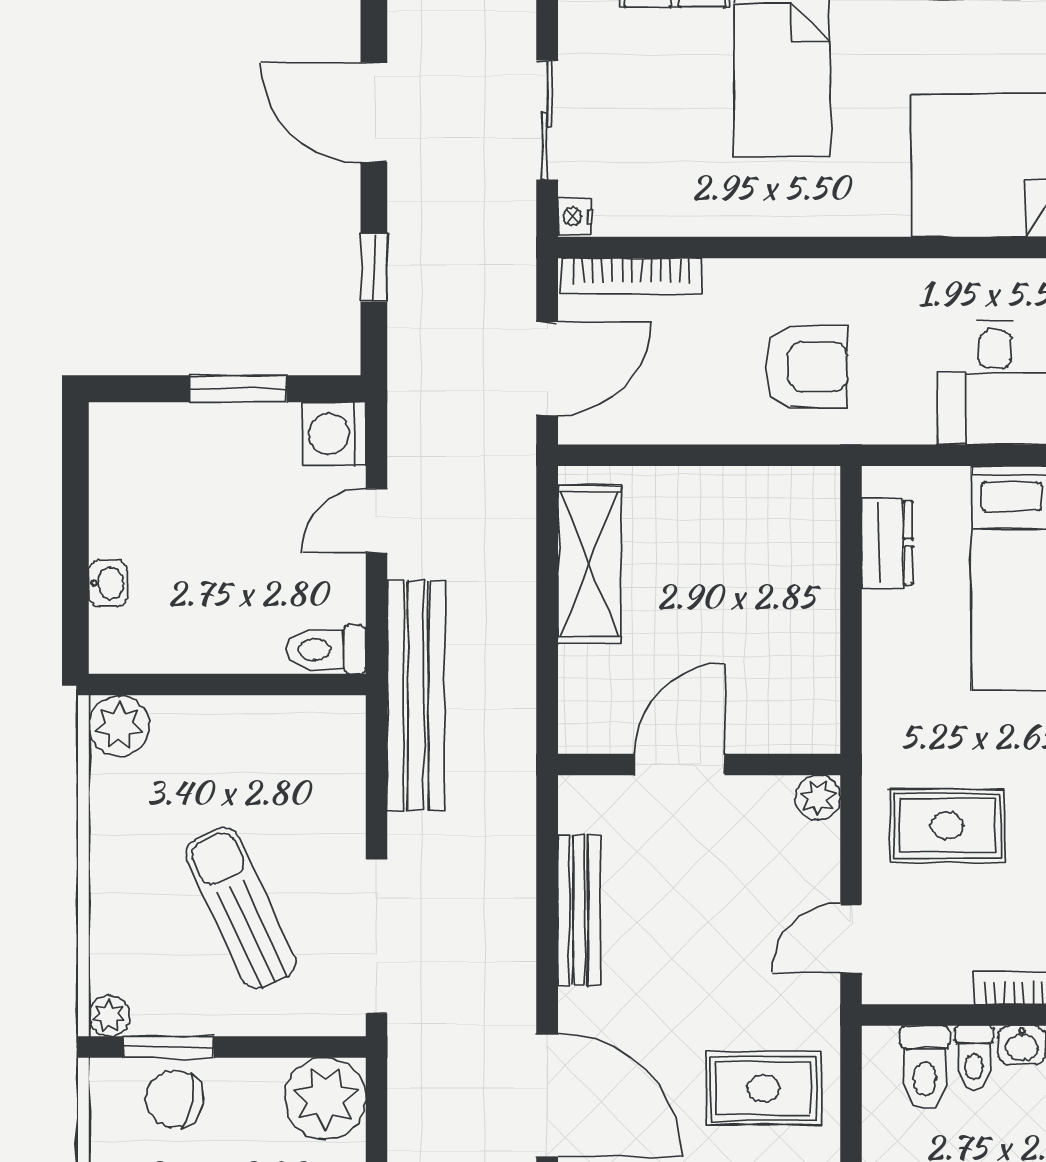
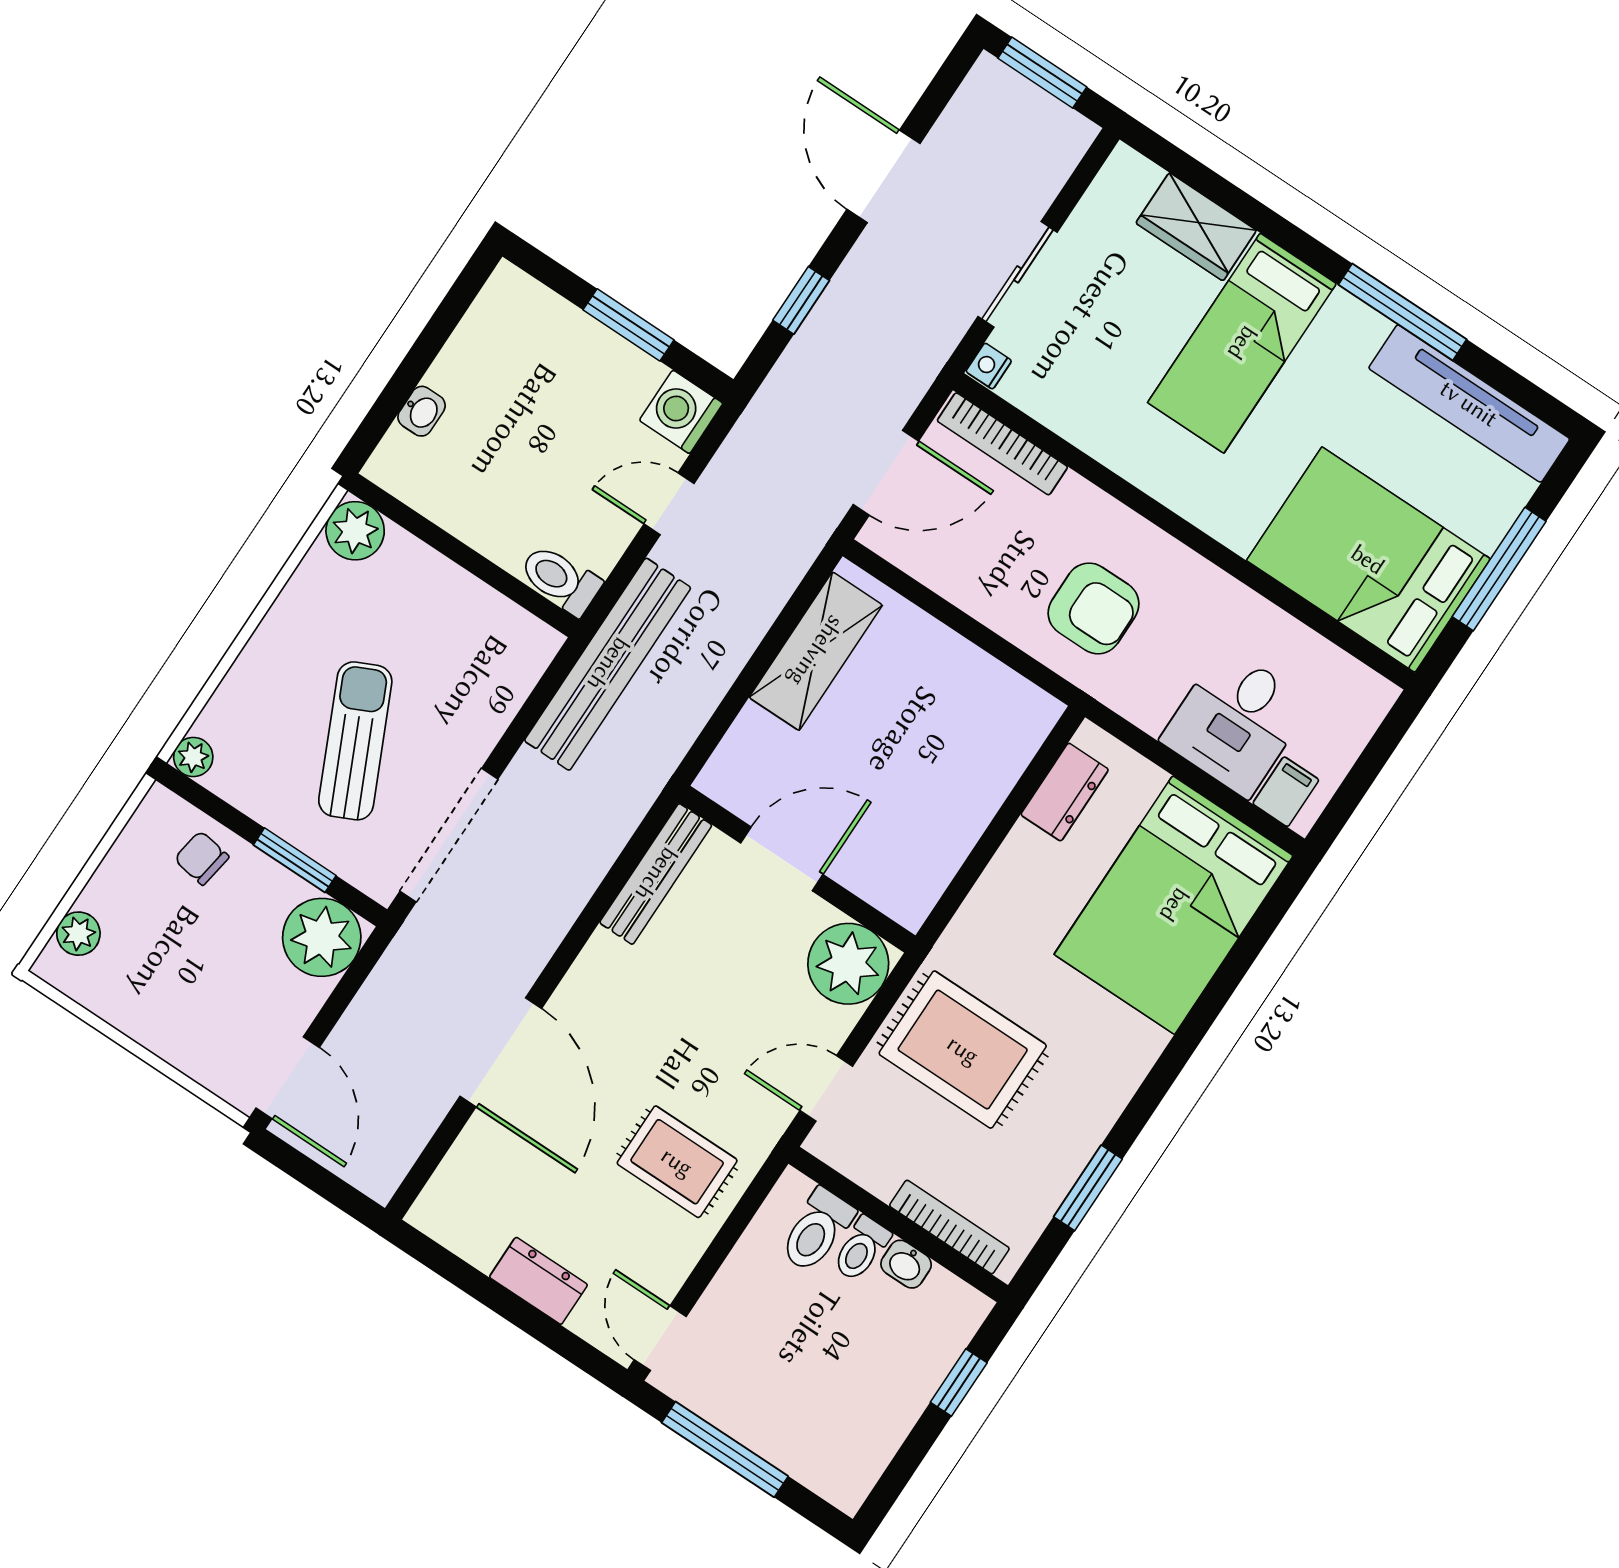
plant: (818, 798) -> (848, 964), width x1.88, depth x1.88
rug: (947, 826) -> (963, 1050), width x1.36, depth x1.43
bench: (579, 910) -> (656, 874), moved
window: (169, 1047) -> (295, 860), moved
chair: (175, 1099) -> (202, 858), width x0.73, depth x0.73

